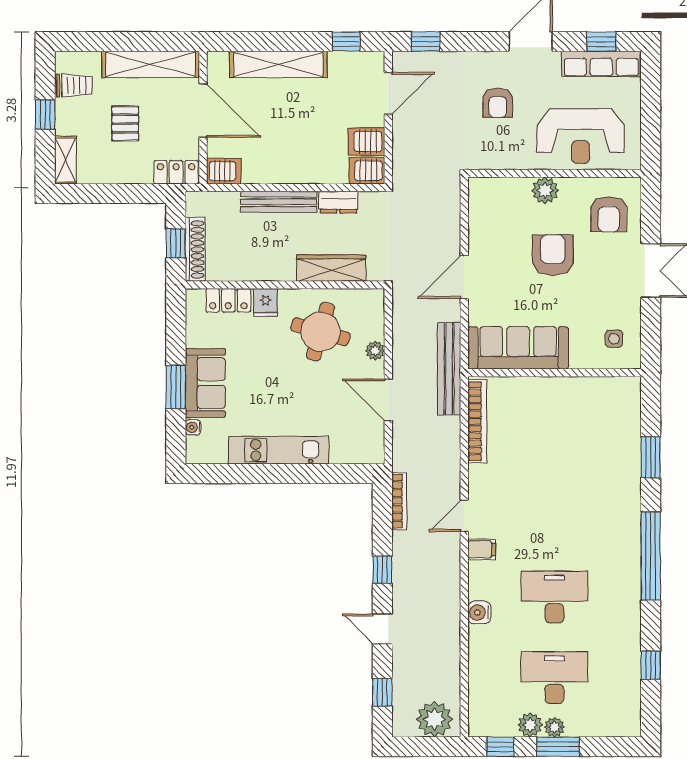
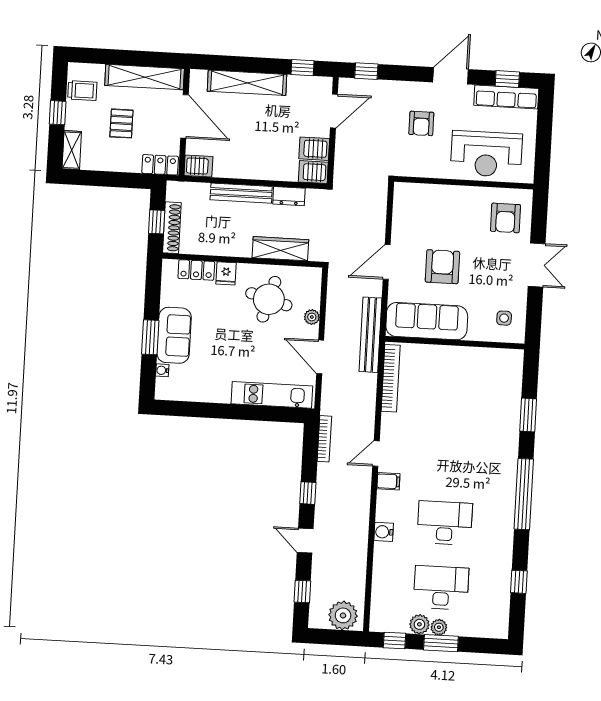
plant: (545, 190) -> (456, 196), removed
armchair: (553, 255) -> (442, 267), moved
kitchen unit: (279, 450) -> (272, 395), moved

